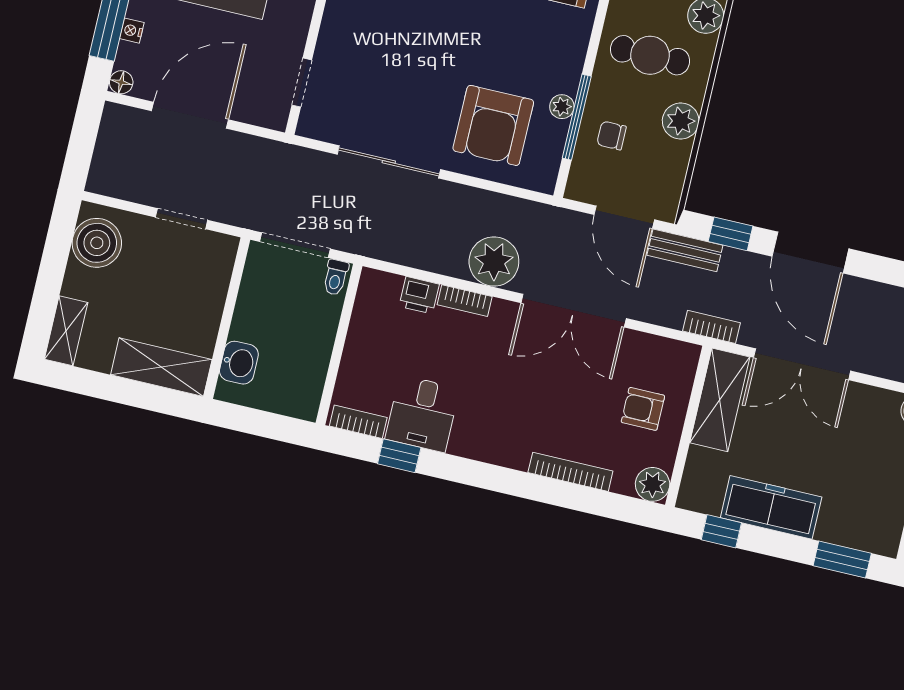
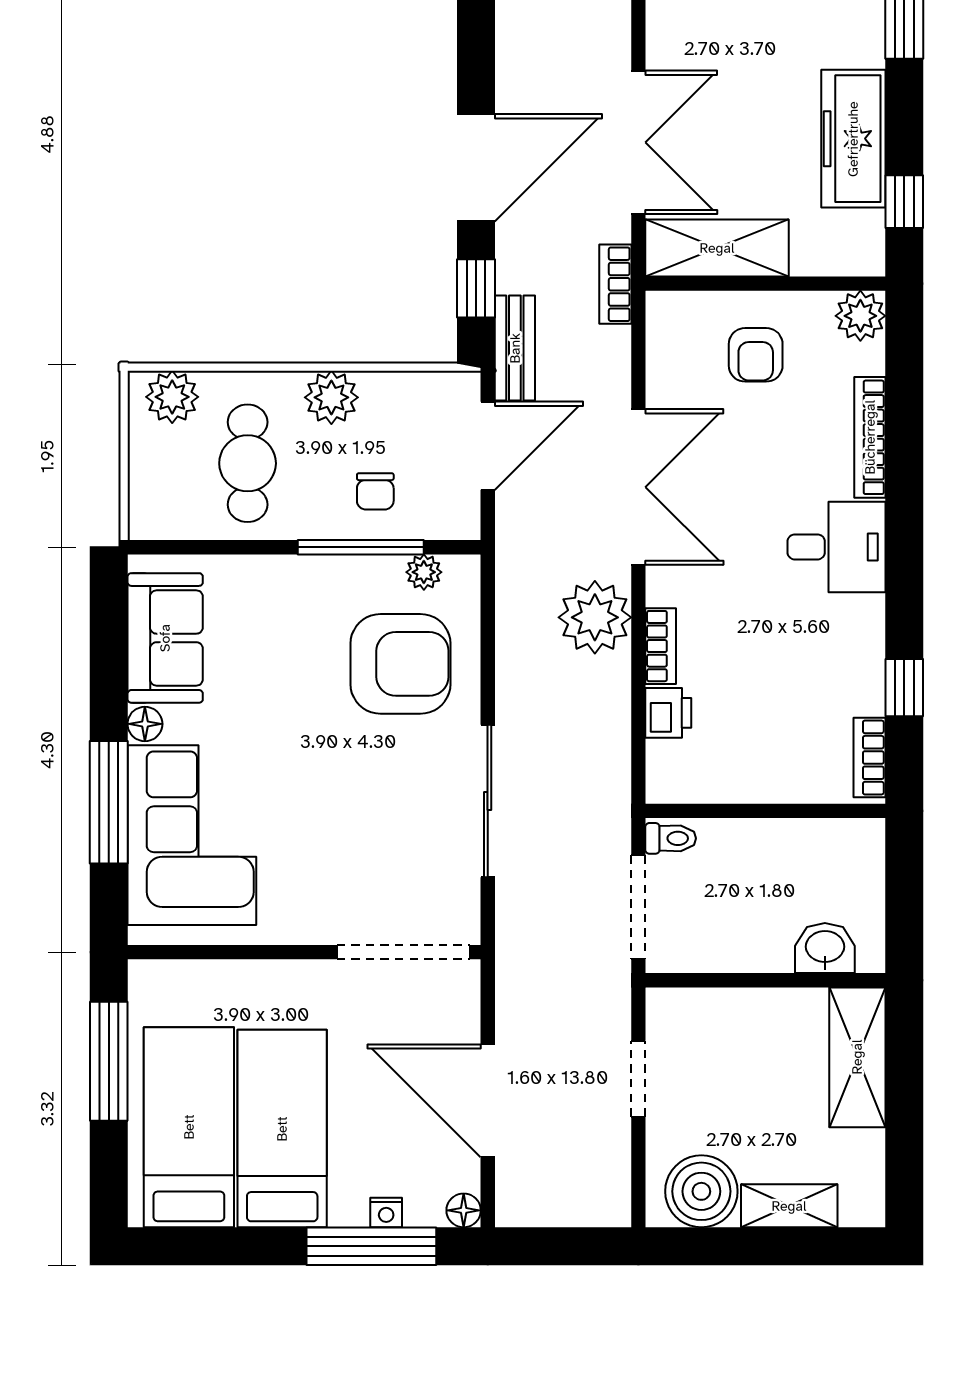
doorway: (302, 83) -> (403, 952), width x1.87
plant: (562, 107) -> (424, 572), moved
shelving: (66, 331) -> (789, 1206), moved
desk: (422, 414) -> (836, 547), moved

